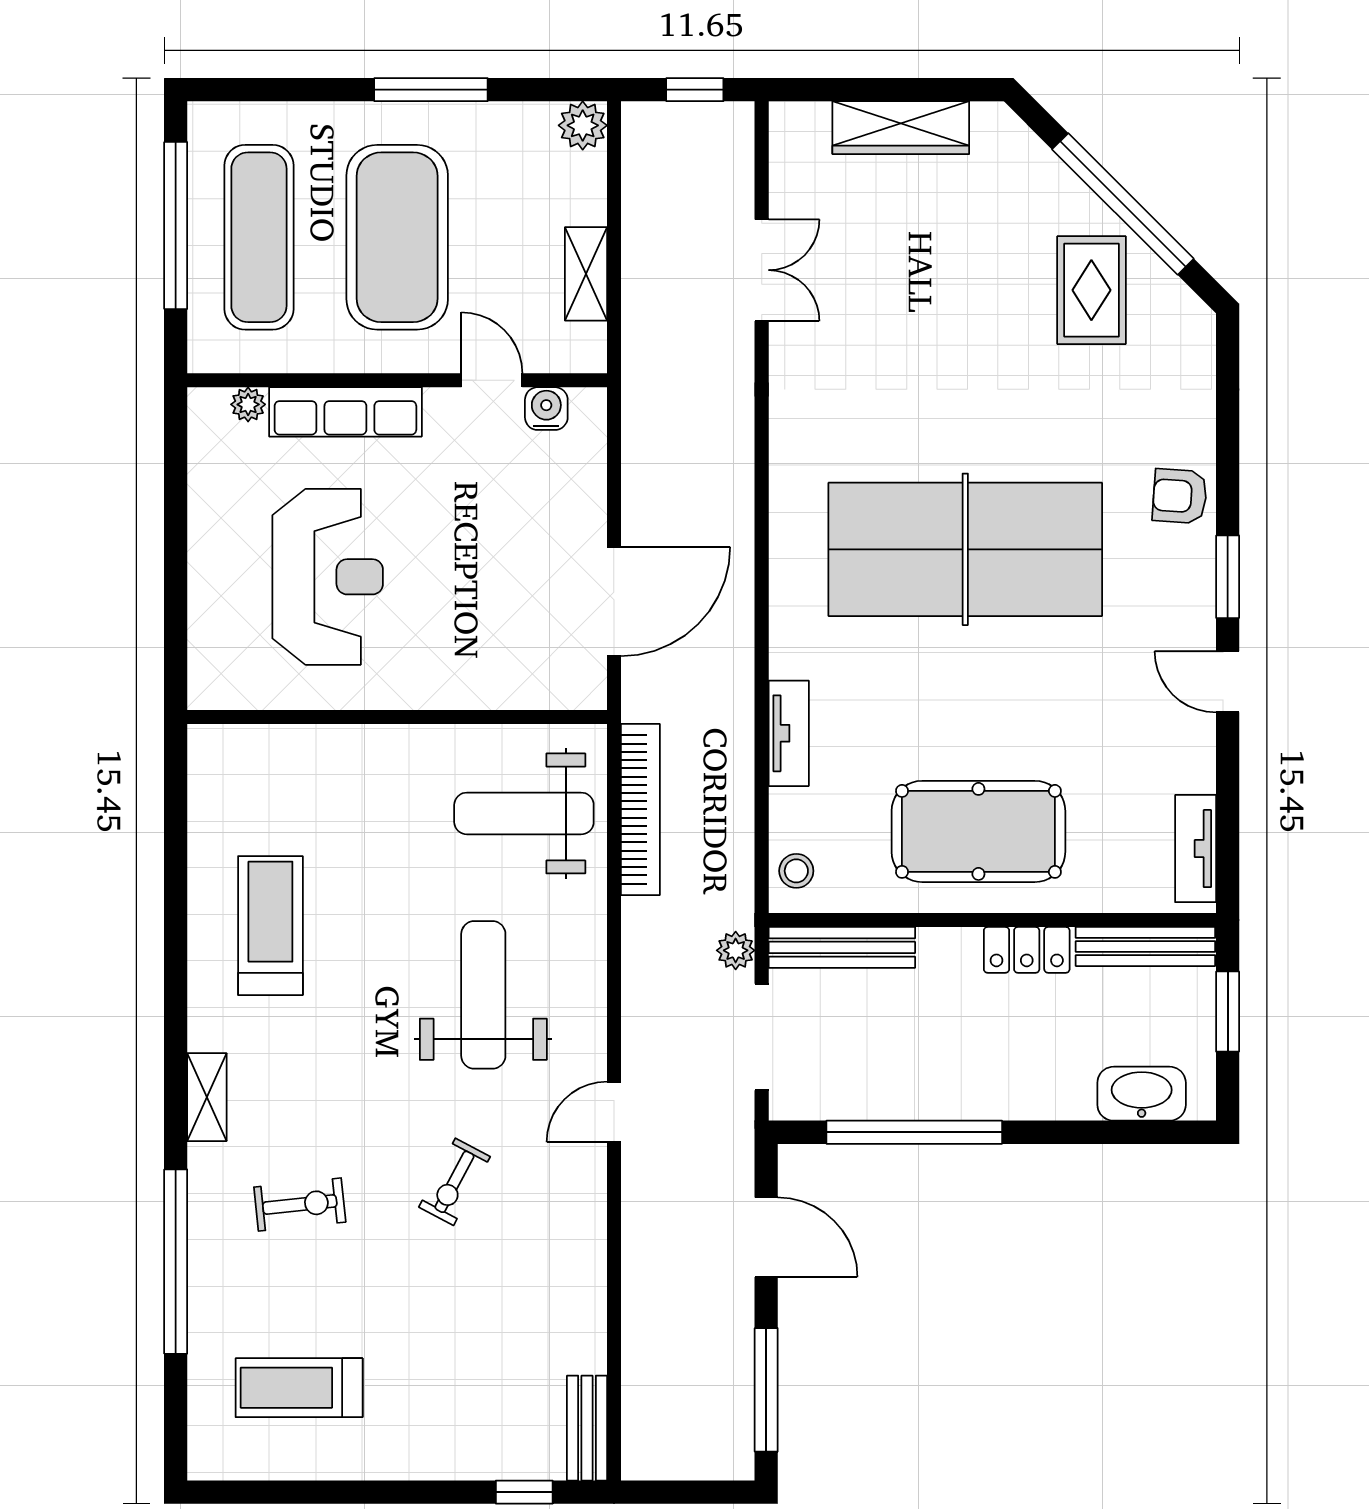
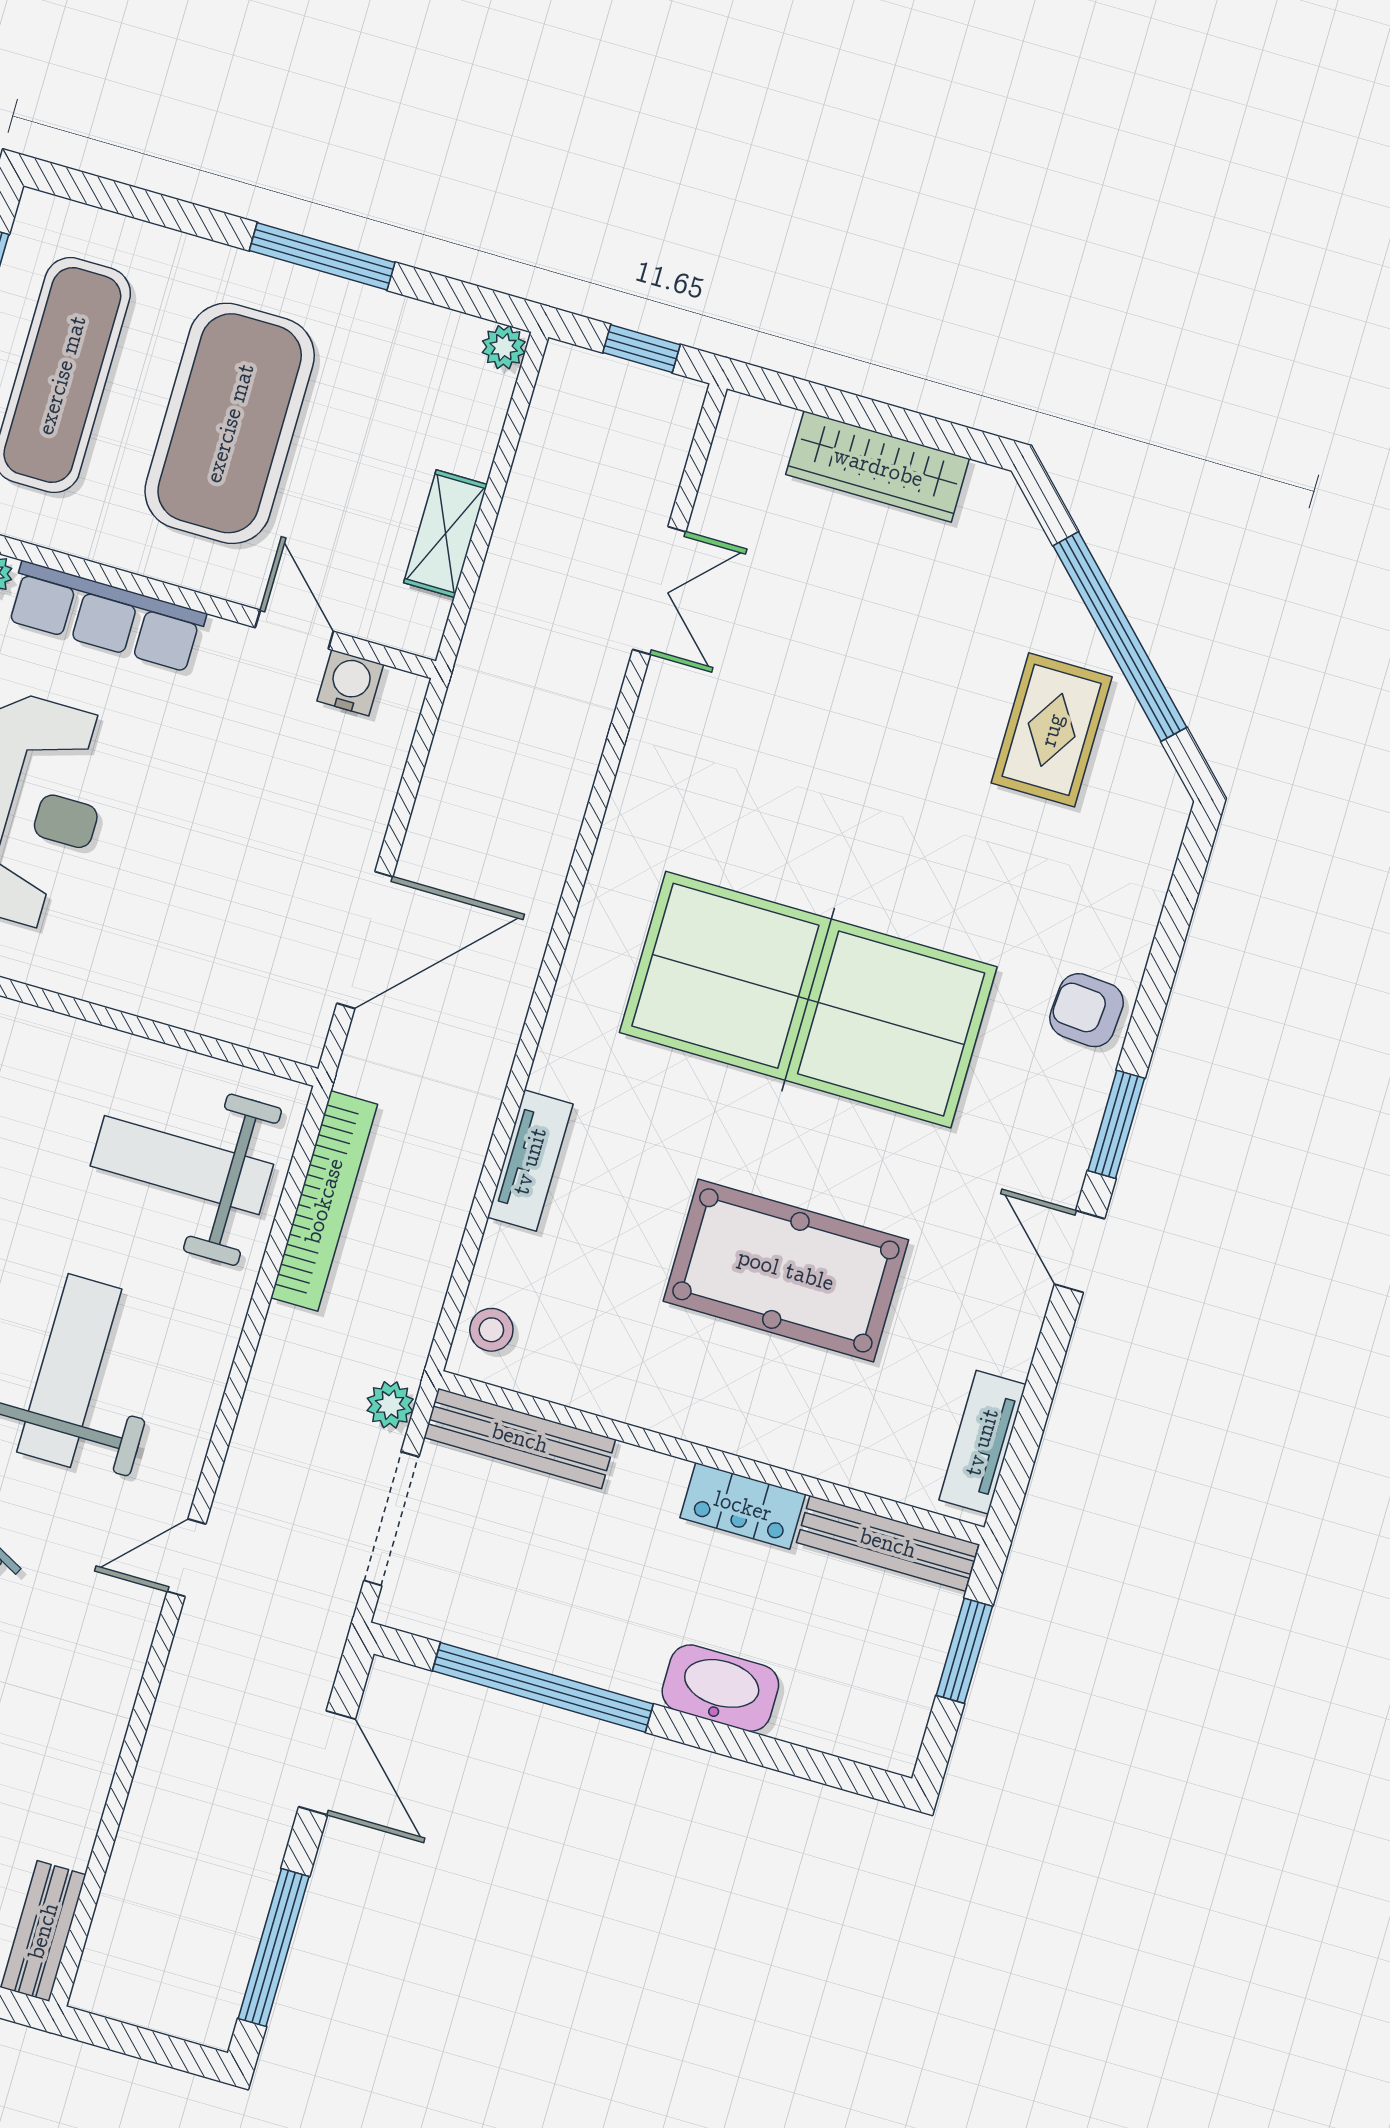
plant: (583, 125) -> (504, 347), width x0.73, depth x0.73
pool table: (978, 831) -> (786, 1270), moved
washbasin: (1142, 1094) -> (720, 1688), moved

